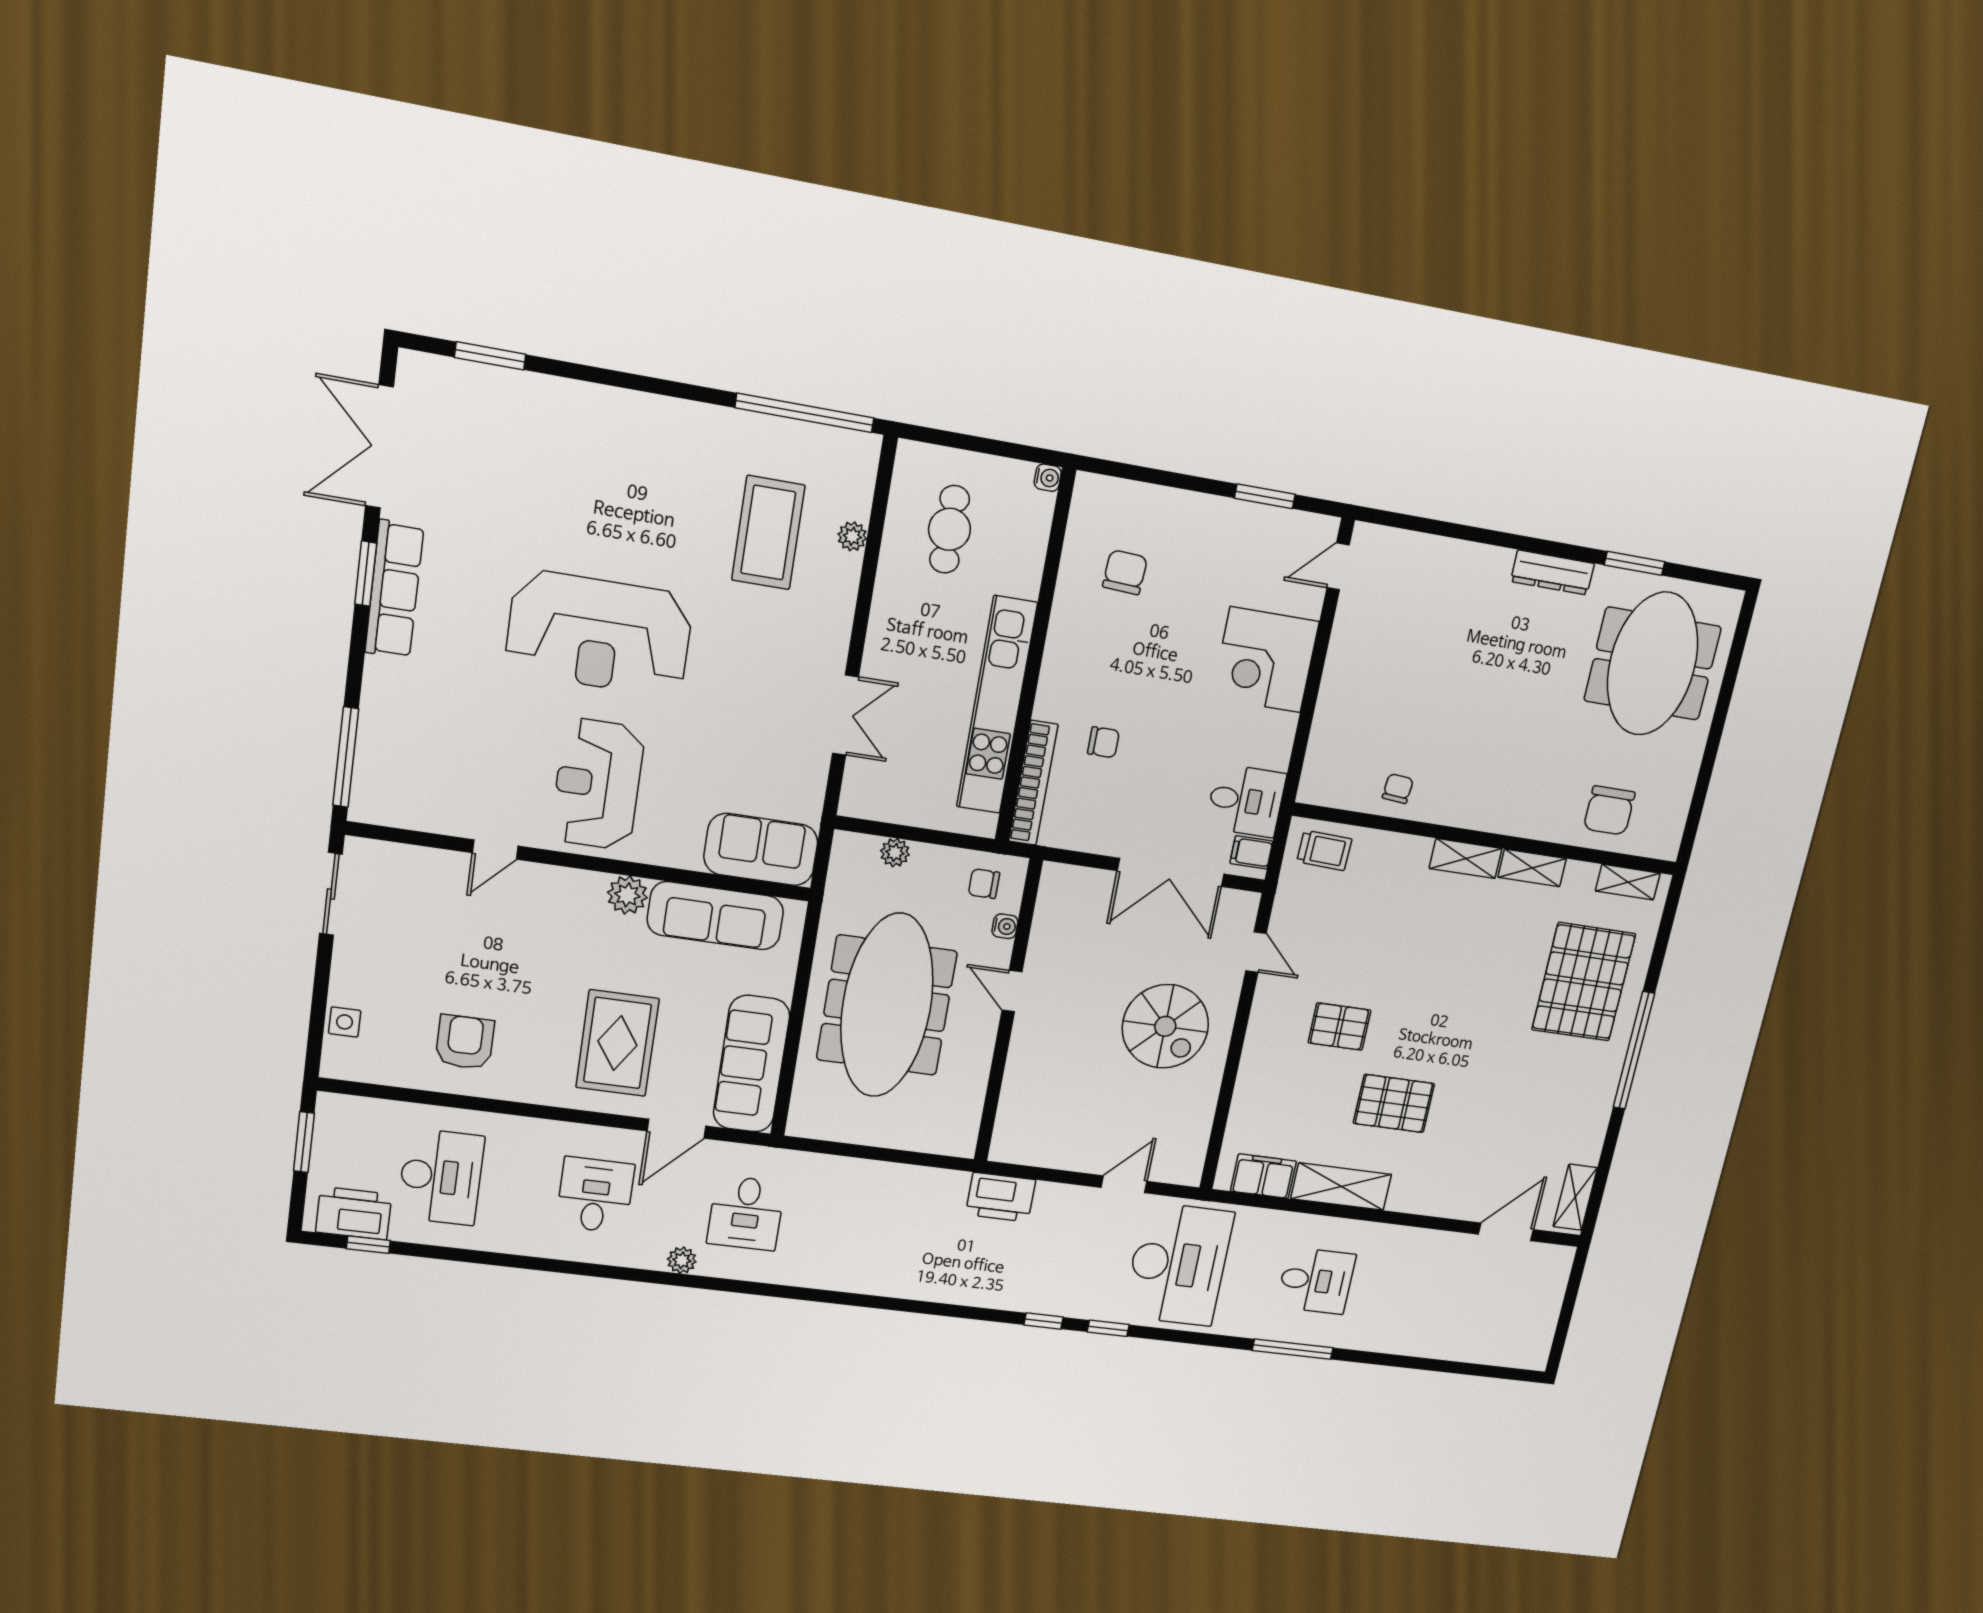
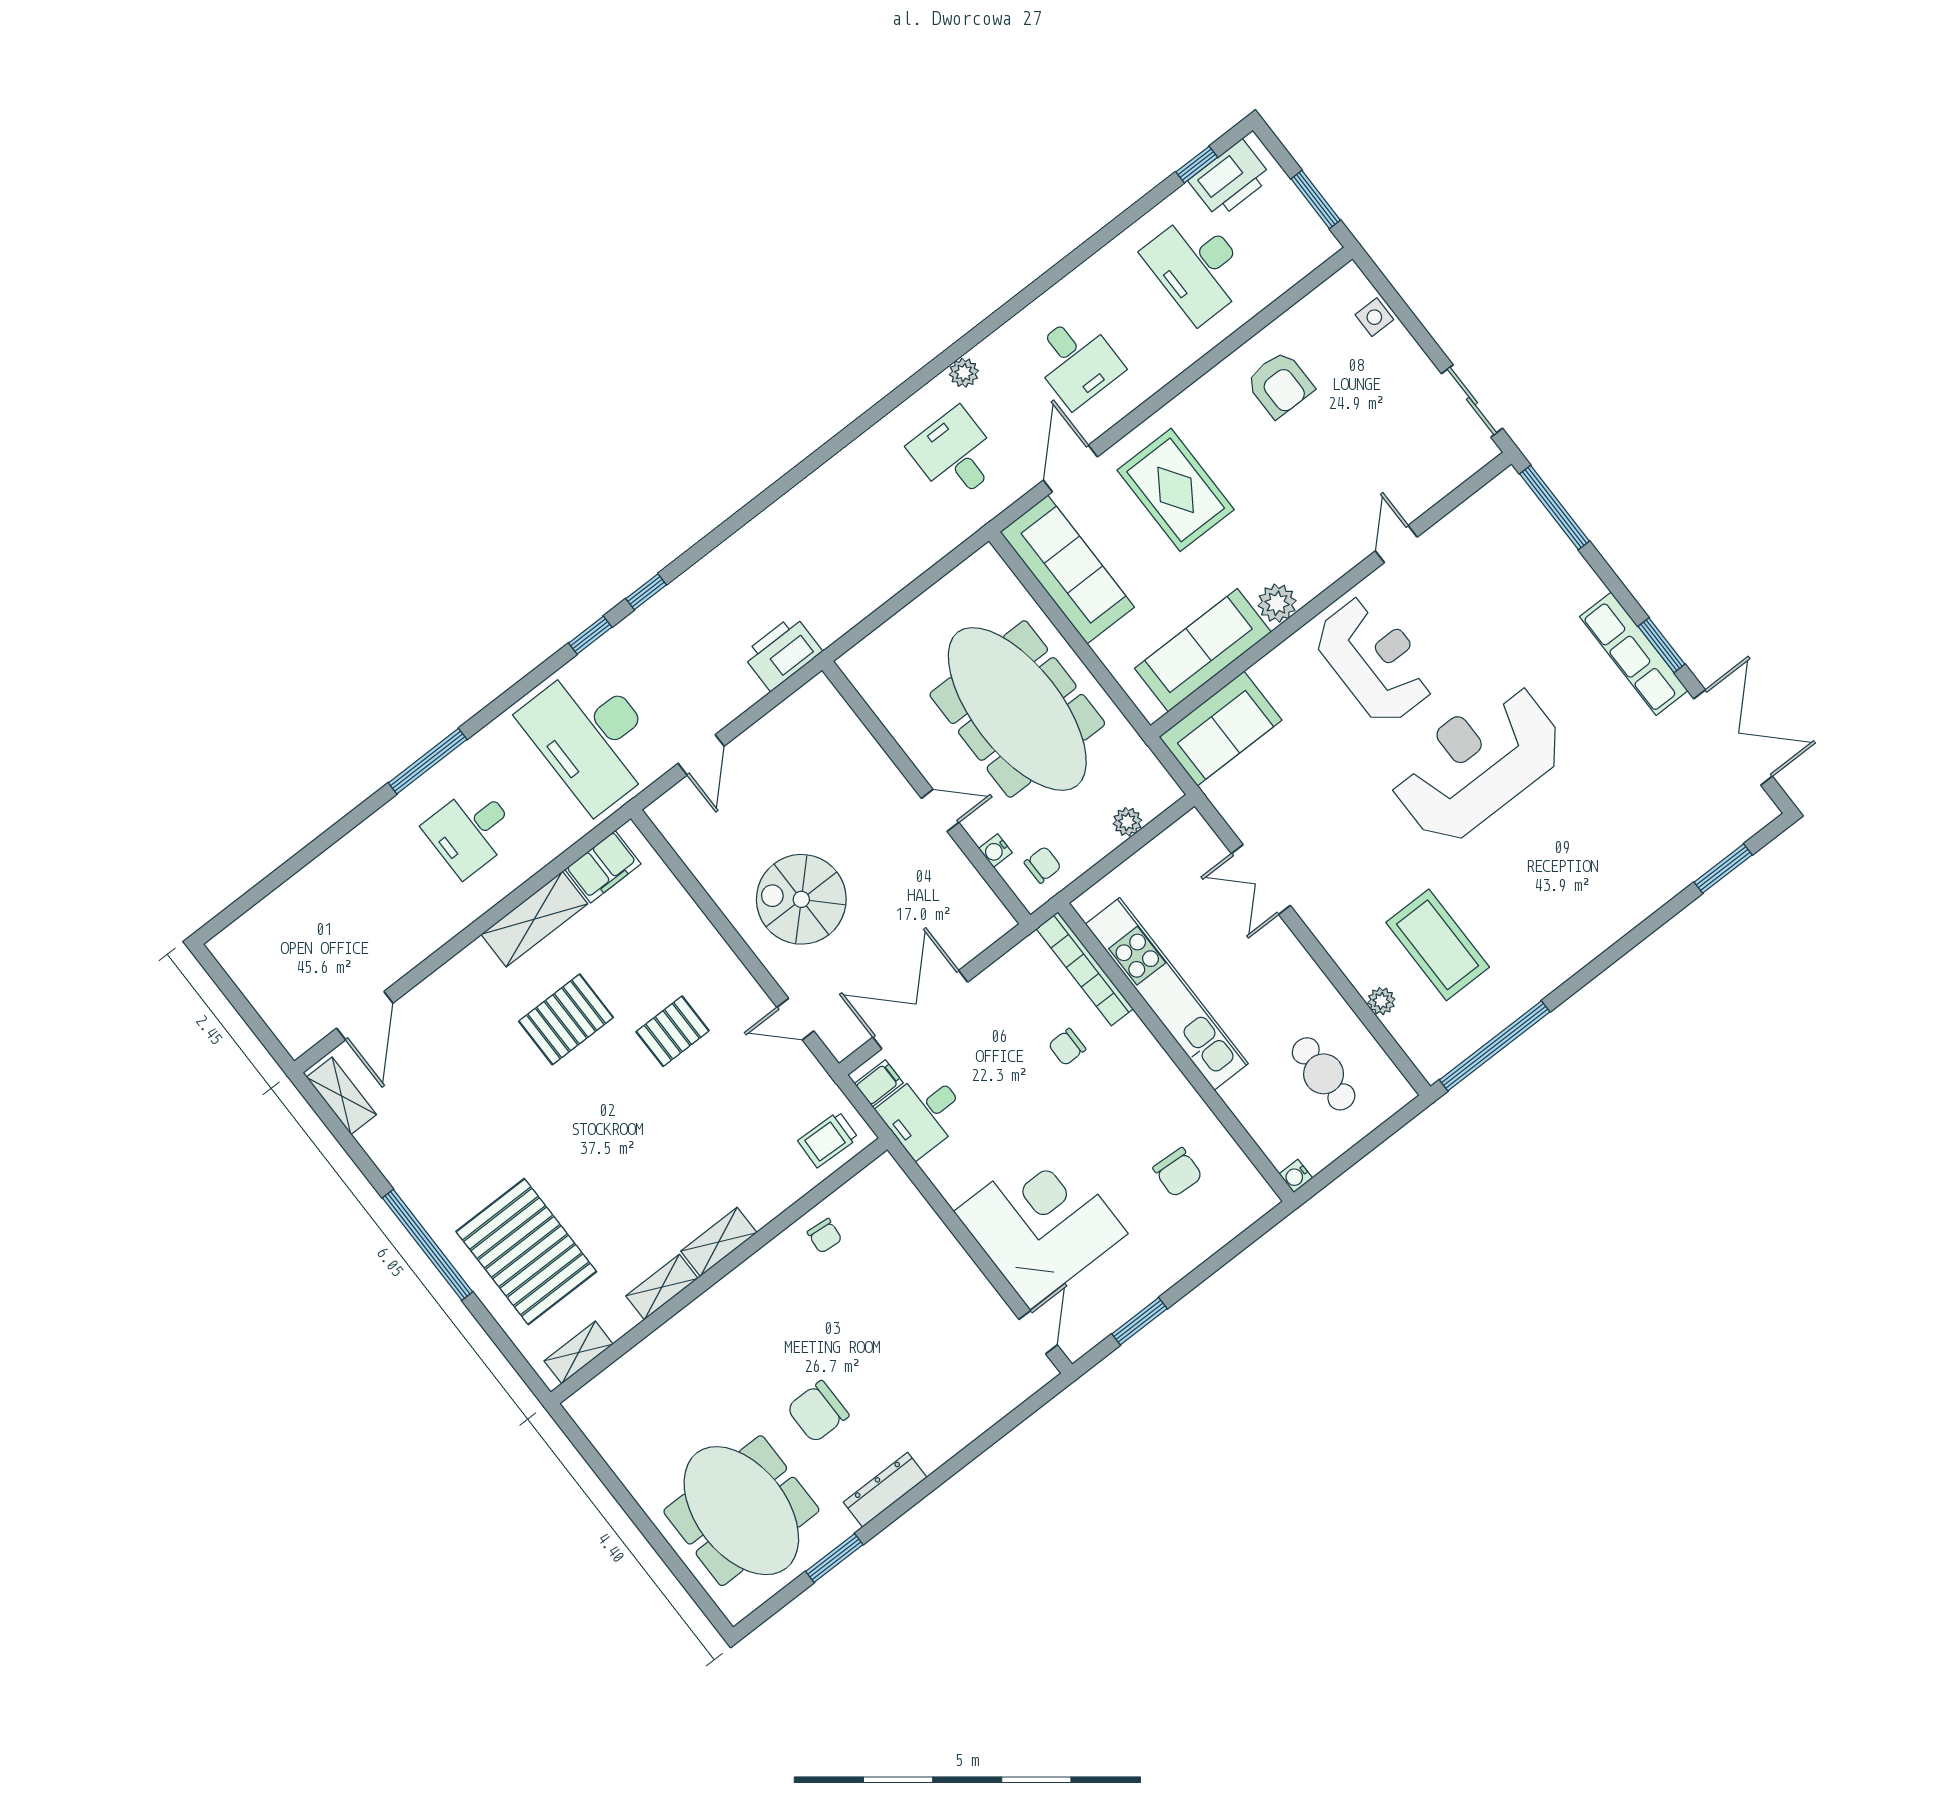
corner desk: (1265, 660) -> (1041, 1223), width x1.36, depth x1.36
chair: (1609, 810) -> (818, 1412), moved, turned -90

